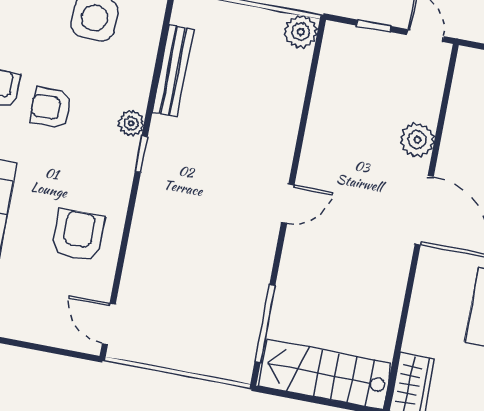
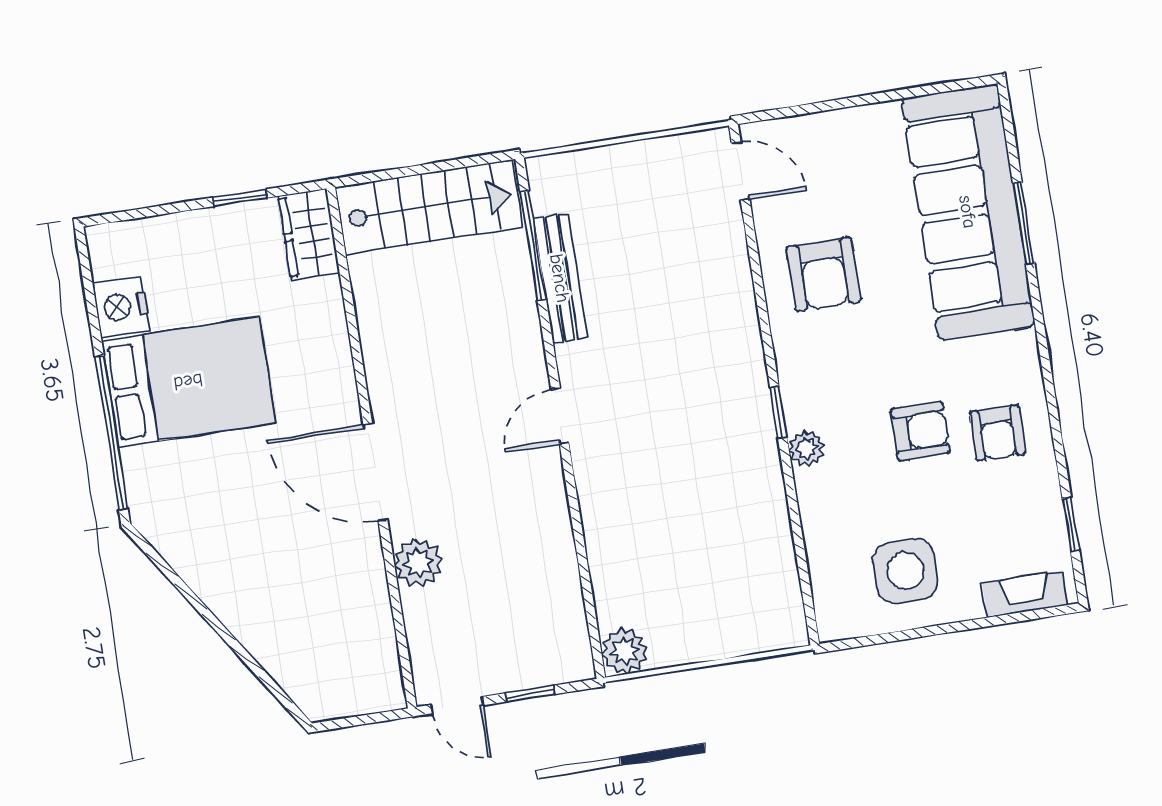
bench: (173, 71) -> (560, 278), moved

